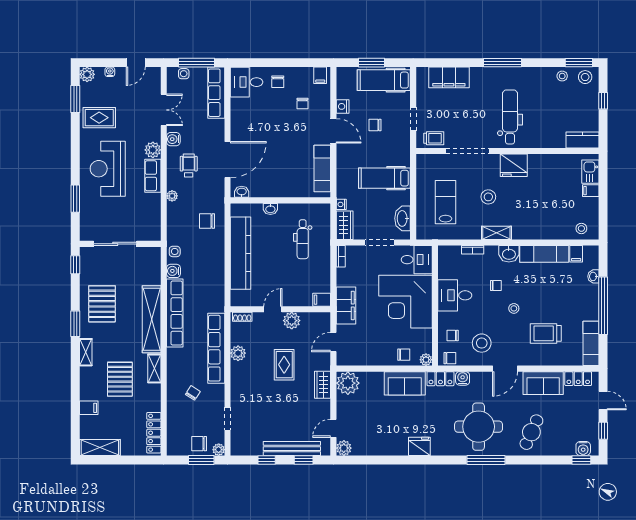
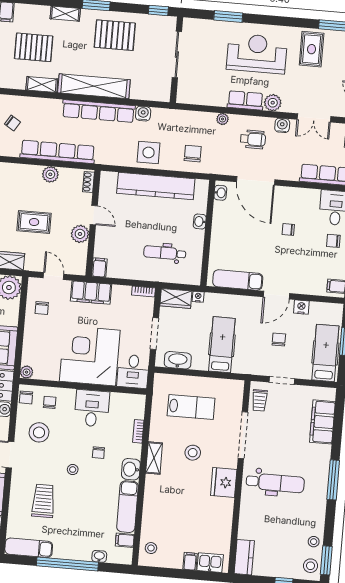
chair: (303, 103) -> (288, 230), moved
side table: (175, 251) -> (148, 152), moved, width x1.87, depth x1.87
chair: (404, 355) -> (42, 308), moved

